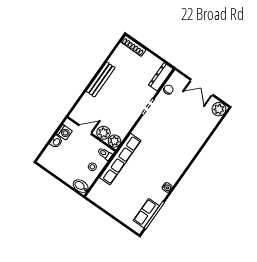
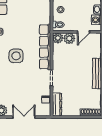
side table: (167, 152) -> (16, 56), added
row of seats: (120, 159) -> (45, 47), moved

